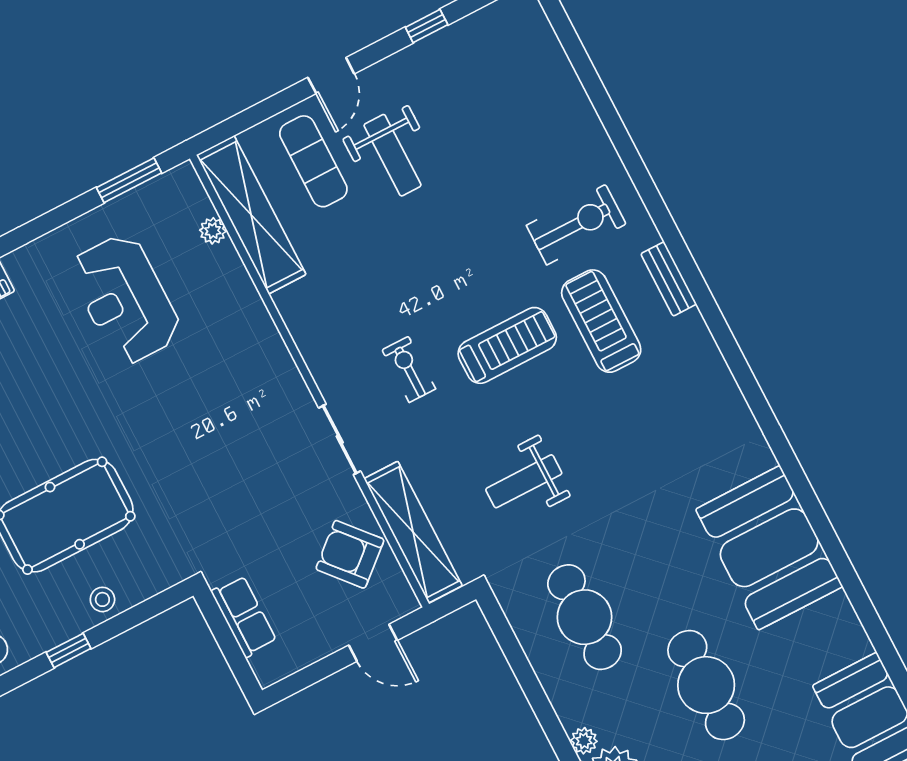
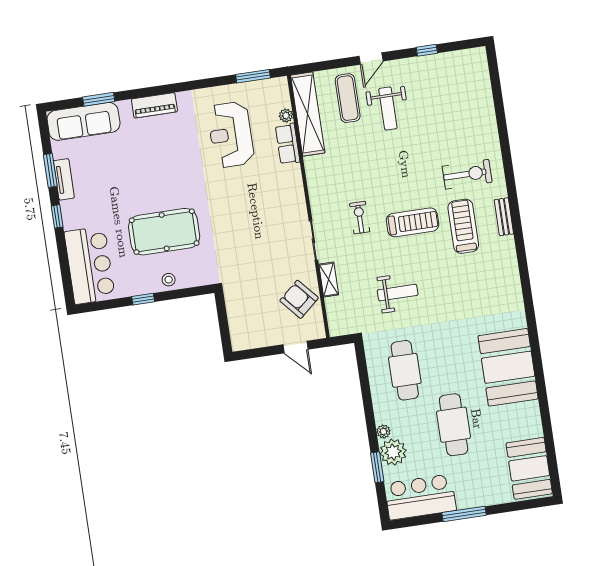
weight bench: (524, 481) -> (398, 293), turned 180
shelving: (413, 532) -> (329, 280), width x0.45, depth x0.75
row of seats: (244, 616) -> (288, 144), moved, turned 180

